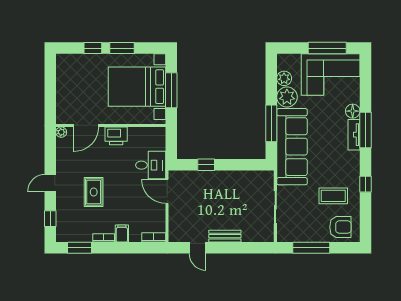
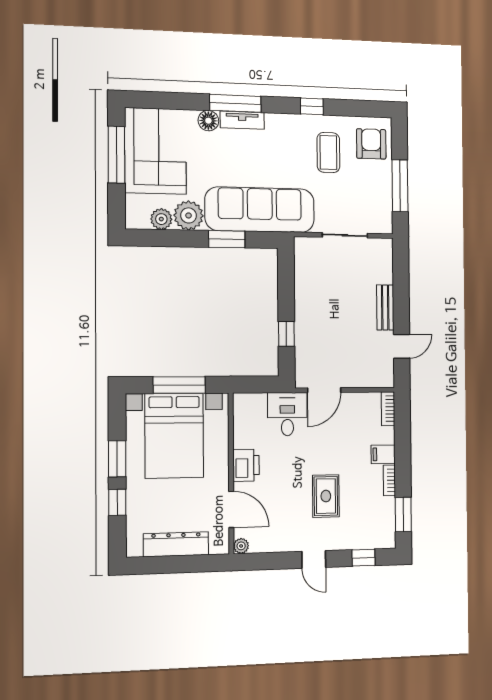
dresser: (64, 88) -> (176, 544), added
window: (271, 123) -> (227, 239), width x0.69
rug: (94, 192) -> (326, 496), turned 90

